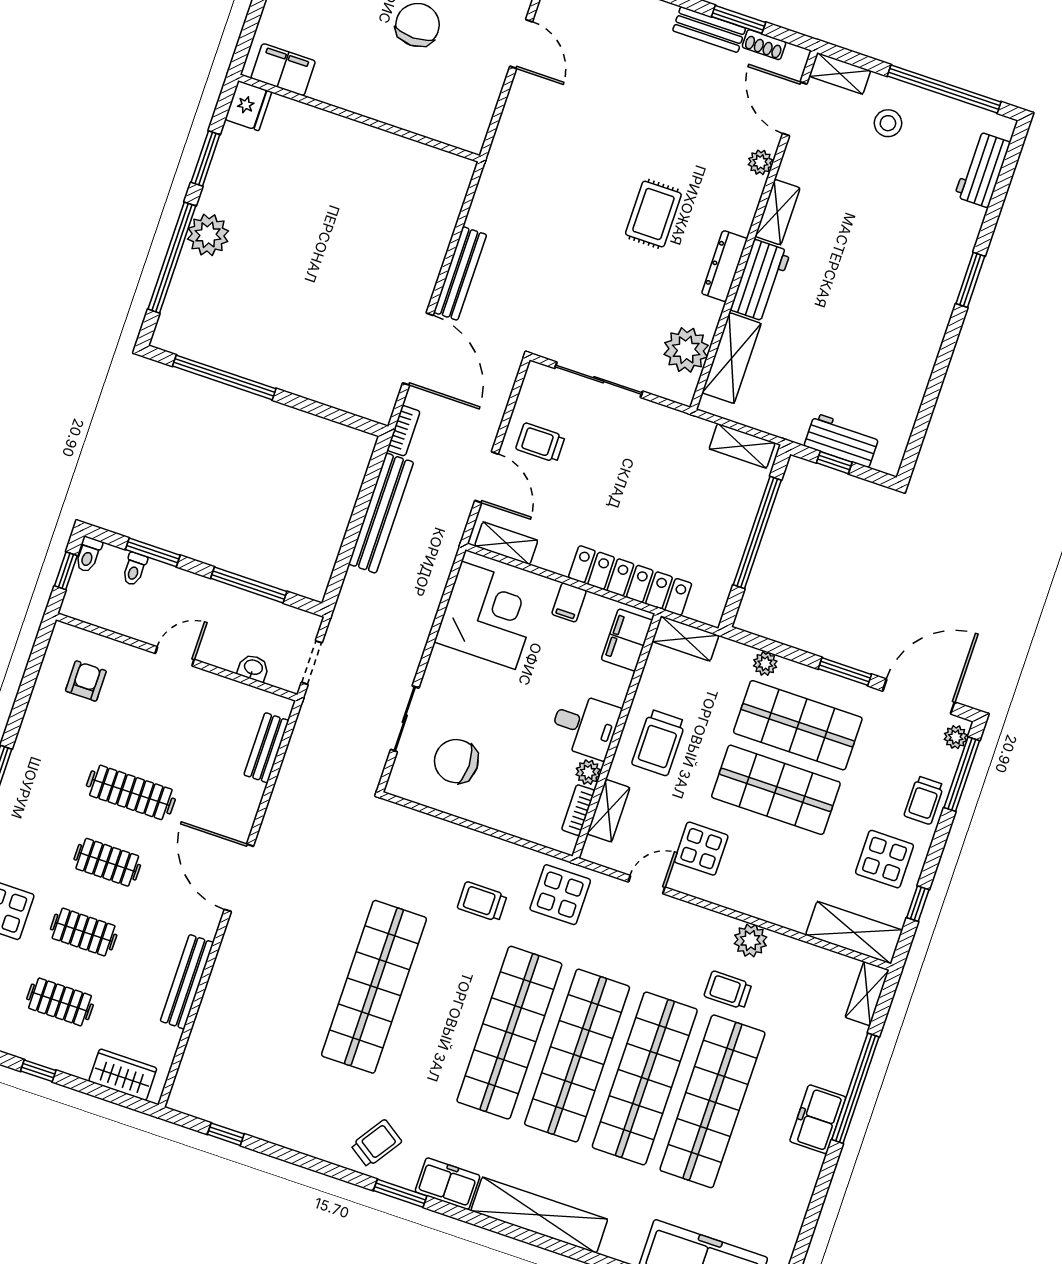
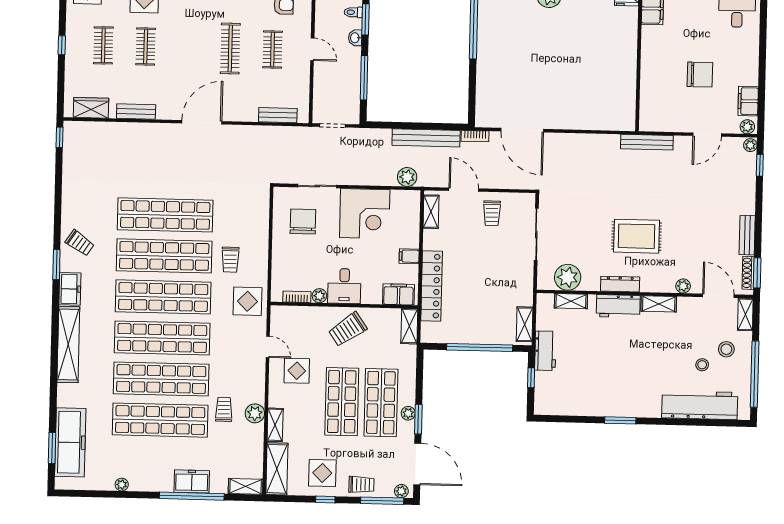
window: (739, 19) -> (757, 273), moved
shoe rack: (764, 45) -> (748, 273), width x1.43
door: (795, 109) -> (718, 296), hinge flipped
workbench: (982, 169) -> (700, 405), width x1.88, depth x1.32
stool: (901, 171) -> (702, 365), added
rug: (653, 214) -> (637, 236), width x1.36, depth x1.43
bench: (460, 273) -> (647, 142), moved
window: (970, 280) -> (620, 420), moved
door: (418, 349) -> (522, 130), hinge flipped
shelving: (732, 358) -> (571, 301), width x0.67, depth x0.75
workbench: (842, 440) -> (545, 351), moved
trolley: (540, 443) -> (492, 213), turned 180
door: (487, 477) -> (464, 190), swing flipped
plant: (436, 565) -> (407, 177), added
corner desk: (488, 615) -> (365, 214), moved
plant: (765, 664) -> (408, 413), moved
washbasin: (253, 668) -> (355, 38), moved, turned 180
trolley: (659, 743) -> (348, 329), turned -35
trolley: (924, 800) -> (361, 485), turned 180
shelving: (608, 811) -> (275, 425), moved, turned 90
clothes rail: (107, 862) -> (273, 50), moved
trolley: (482, 902) -> (230, 260), turned 180
window: (918, 904) -> (325, 499), moved
bench: (187, 982) -> (136, 112), width x0.73
shop shelf: (442, 1010) -> (164, 256), added
wardrobe: (123, 1075) -> (91, 108), moved, turned -90
freezer: (818, 1119) -> (192, 481), moved
window: (226, 1134) -> (60, 137), moved
plant: (800, 1199) -> (122, 485), added

